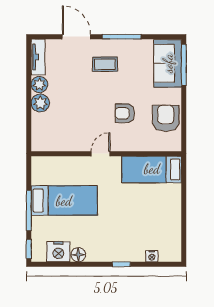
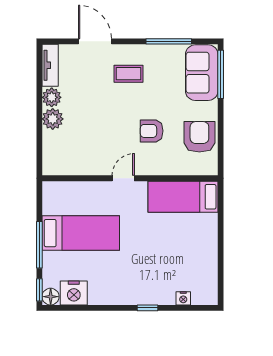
window: (122, 37) -> (169, 41), moved
floor lamp: (78, 255) -> (51, 297), moved

